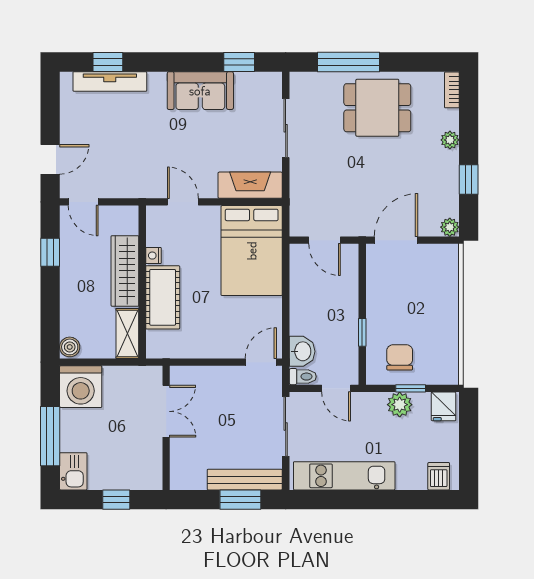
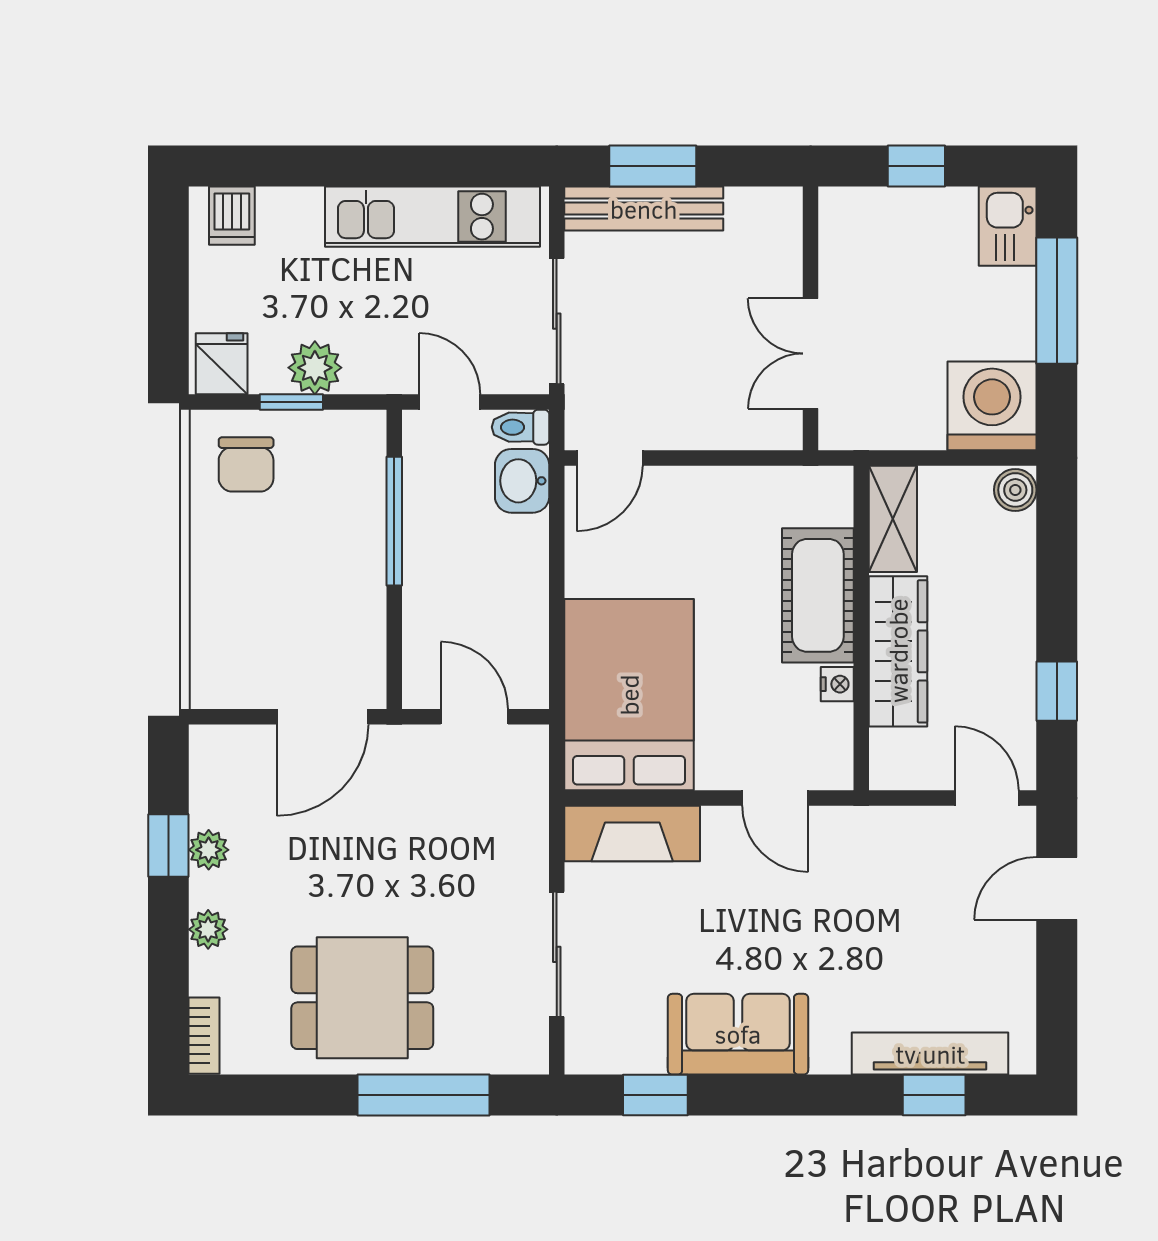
plant: (450, 227) -> (209, 850), moved
window: (362, 332) -> (394, 521), width x2.17
chair: (400, 357) -> (246, 464), moved

